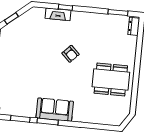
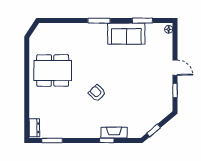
window: (11, 18) -> (154, 130), moved
sofa: (55, 110) -> (126, 34), moved
window: (48, 122) -> (99, 21), moved

